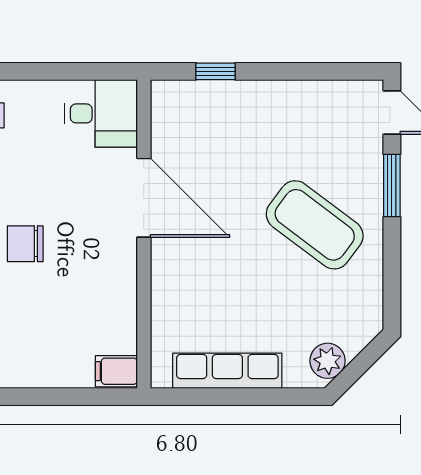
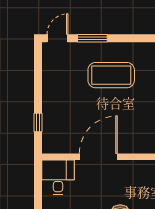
coffee table: (315, 225) -> (111, 75), turned 53

